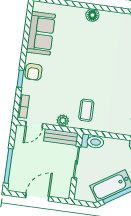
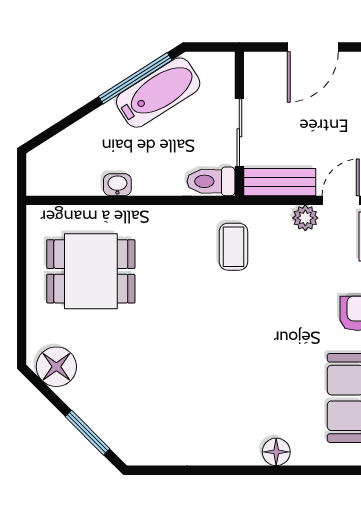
floor lamp: (92, 15) -> (276, 452), moved
plant: (63, 121) -> (305, 218), moved

